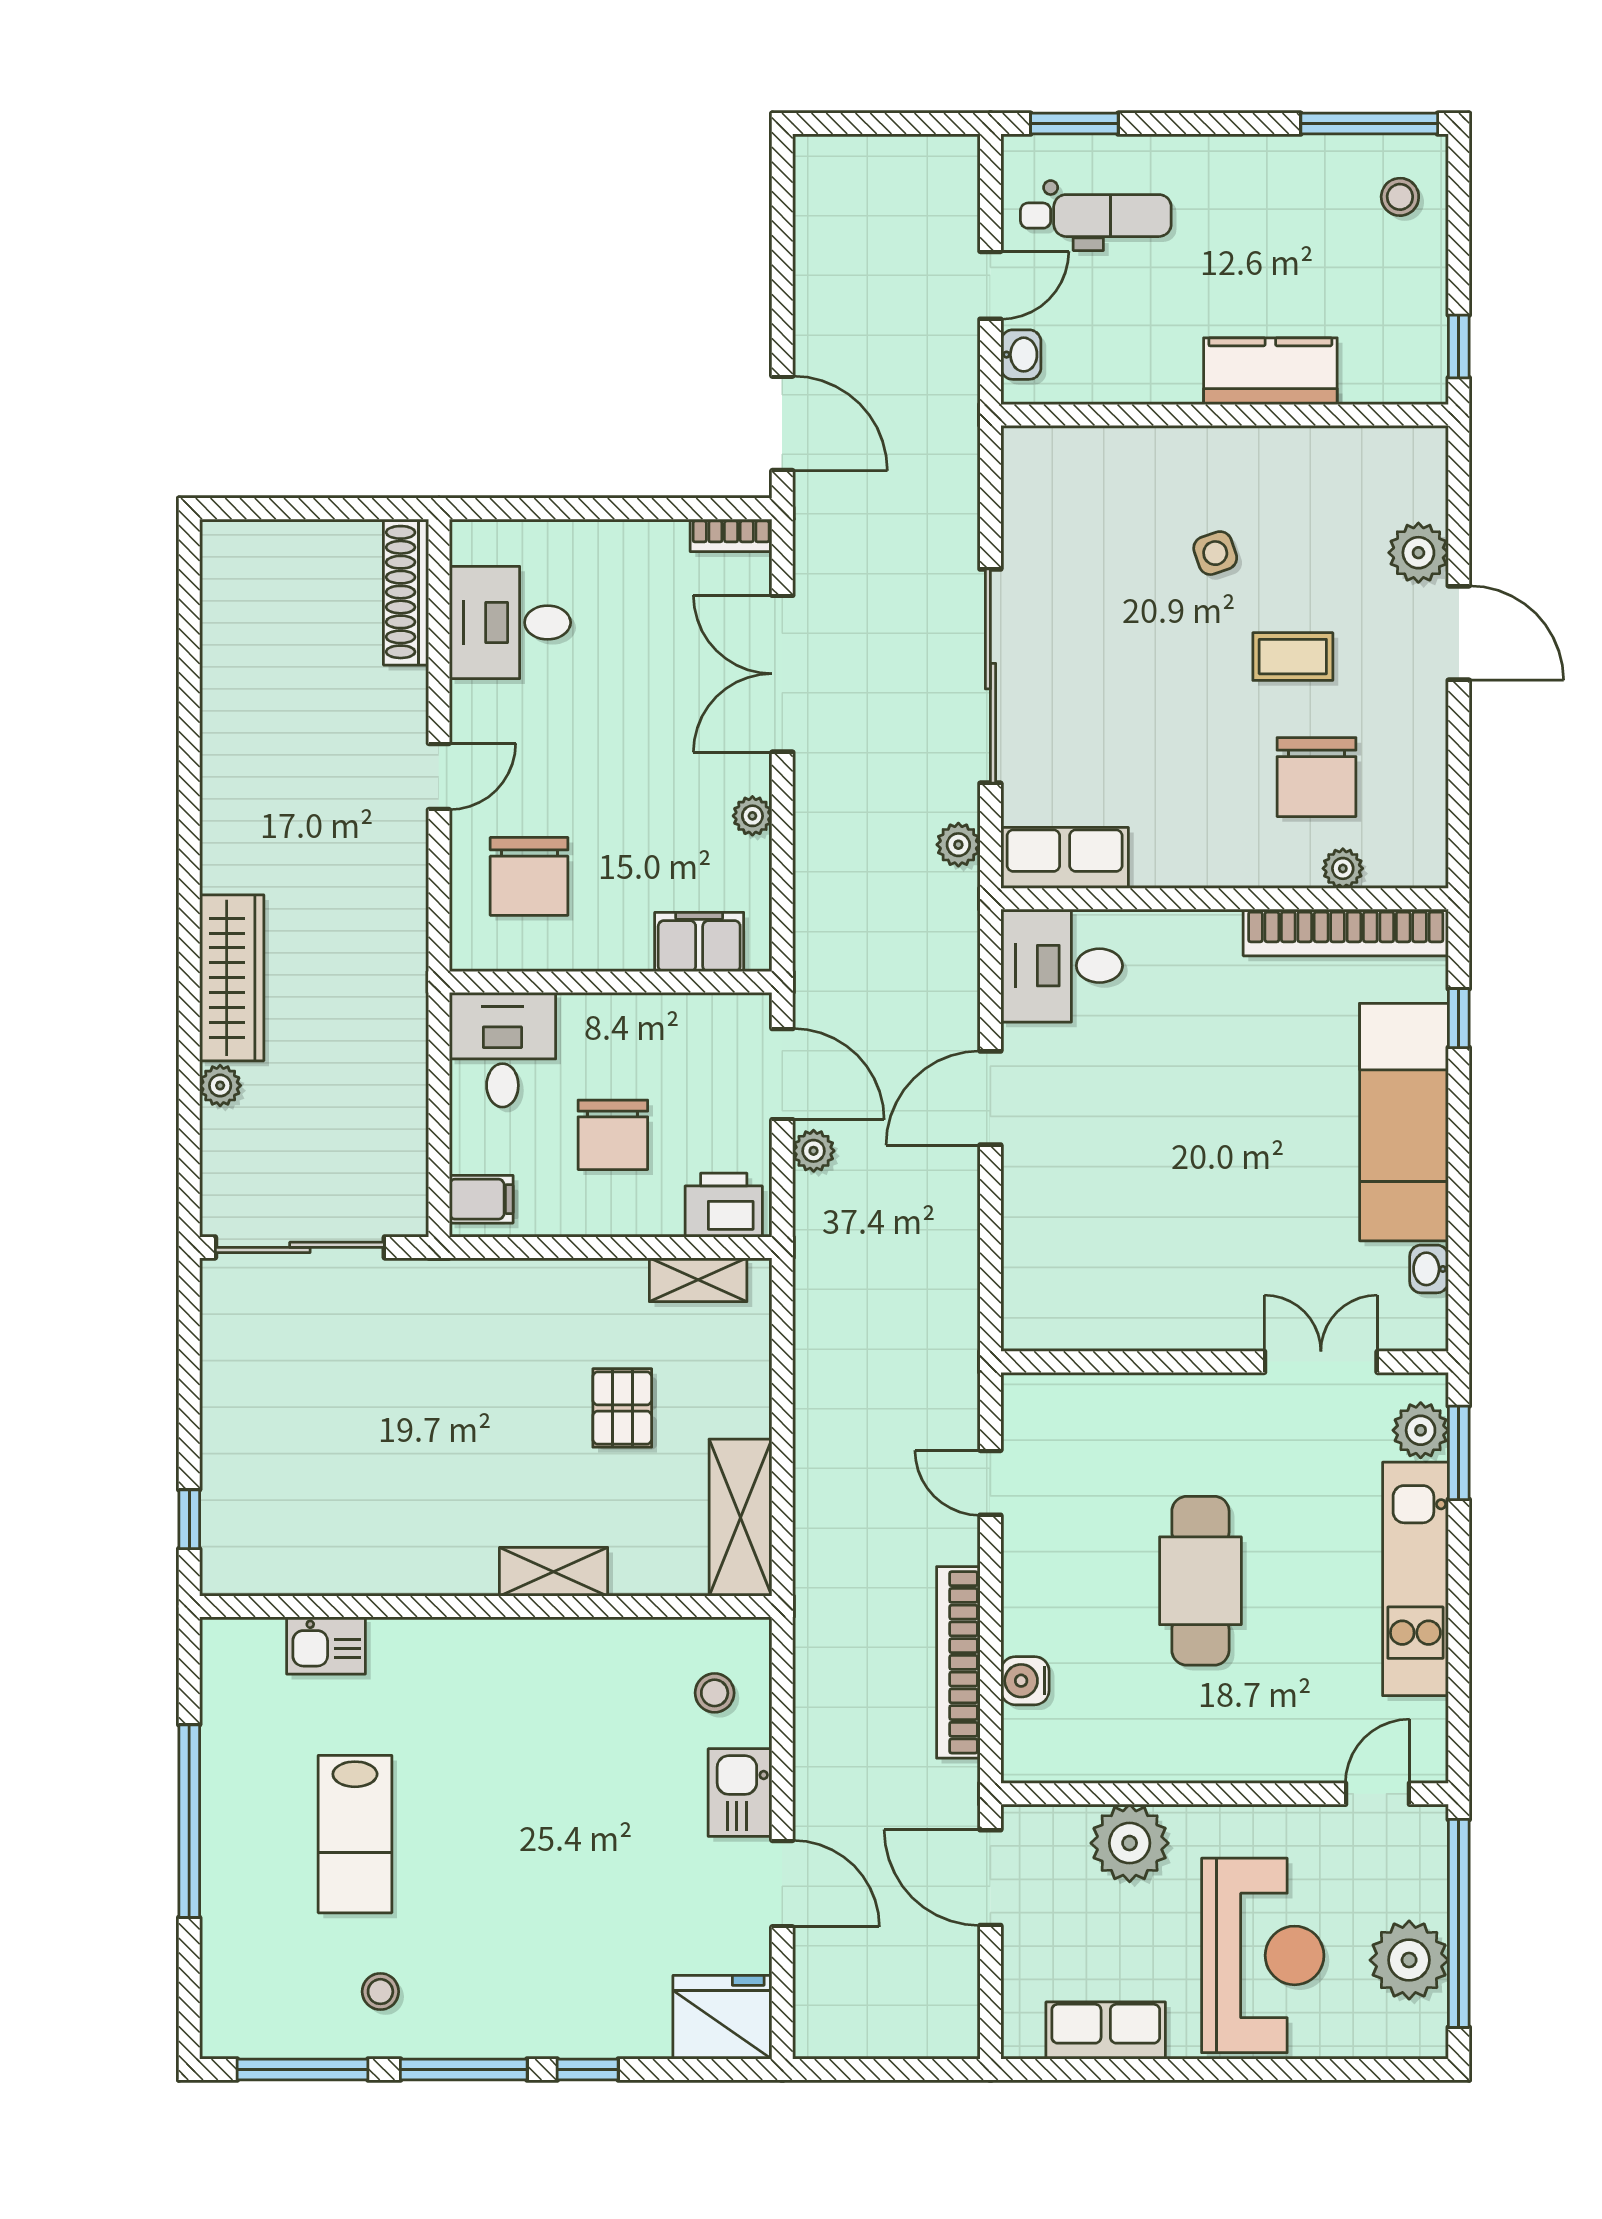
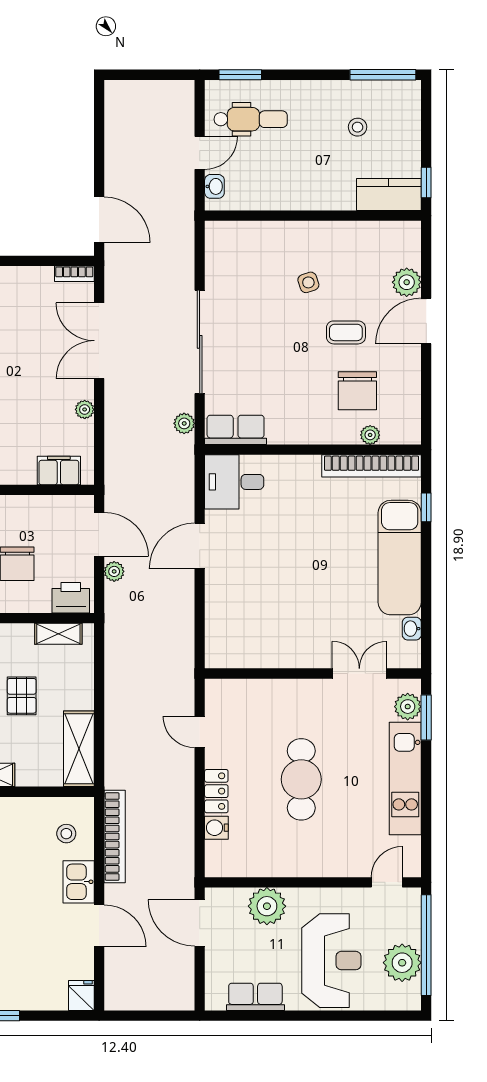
stool: (1400, 197) -> (358, 127), moved
kitchen counter: (1270, 371) -> (389, 194), moved
door: (1459, 633) -> (426, 321), swing flipped
locker: (1025, 1605) -> (216, 791), added
bookcase: (958, 1662) -> (115, 837), moved, turned 180
fridge: (722, 2017) -> (81, 996), width x0.53, depth x0.75

